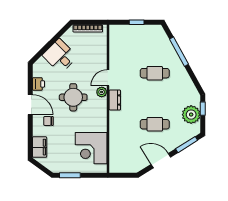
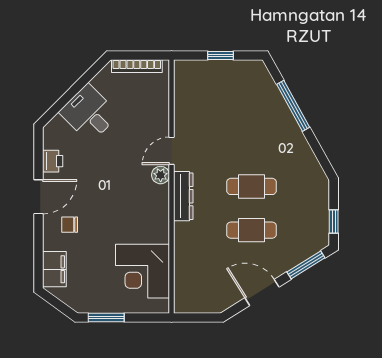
cafe table: (155, 73) -> (251, 186), moved
round table: (73, 97) -> (112, 184), removed
dresser: (115, 100) -> (183, 196), width x1.44
door: (30, 105) -> (38, 197), hinge flipped
window: (203, 109) -> (334, 221), moved
plant: (191, 115) -> (314, 214), removed

